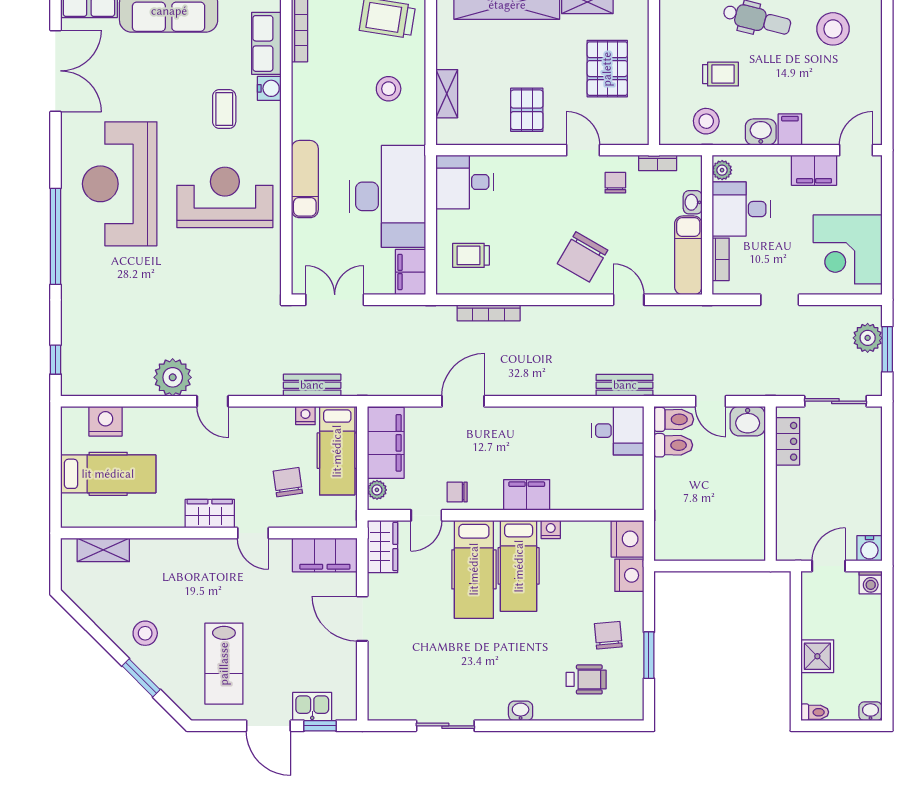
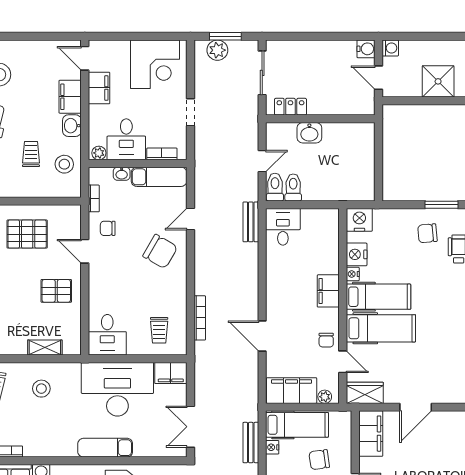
filing cabinet: (790, 129) -> (70, 97), width x2.00
door: (583, 150) -> (85, 251), hinge flipped
washbasin: (748, 421) -> (309, 133), moved, turned 90
nightstand: (629, 575) -> (357, 254), moved, turned -90
shower: (817, 656) -> (438, 81), width x1.36, depth x1.36

